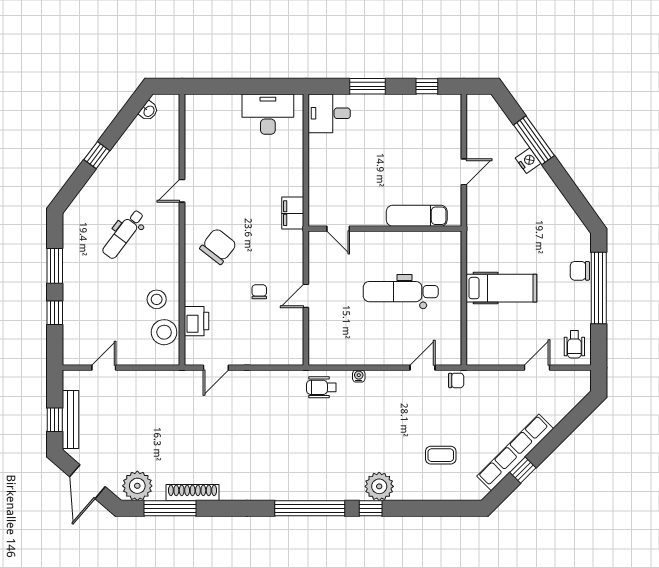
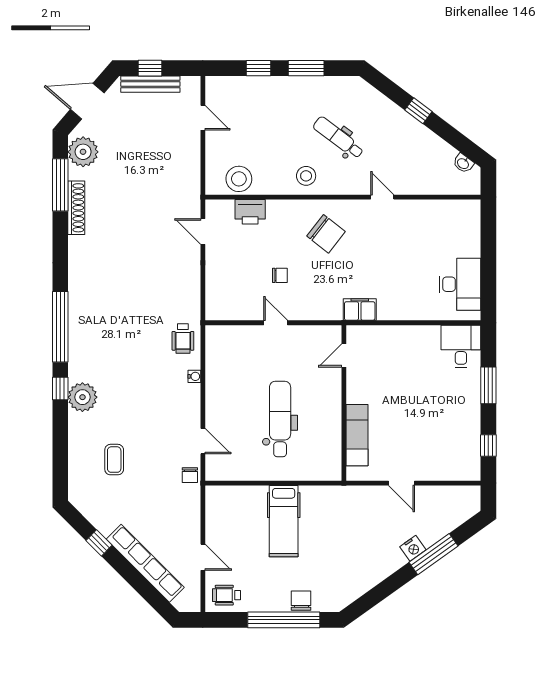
stool: (157, 299) -> (306, 176), moved
wheelchair: (321, 387) -> (183, 338), turned 180
row of seats: (515, 452) -> (145, 563), moved

